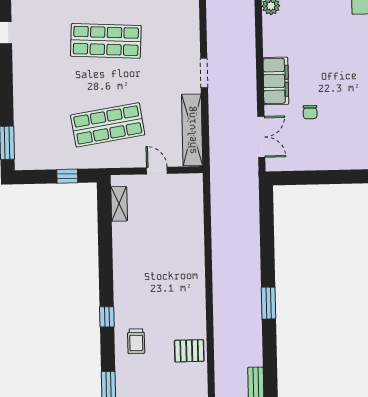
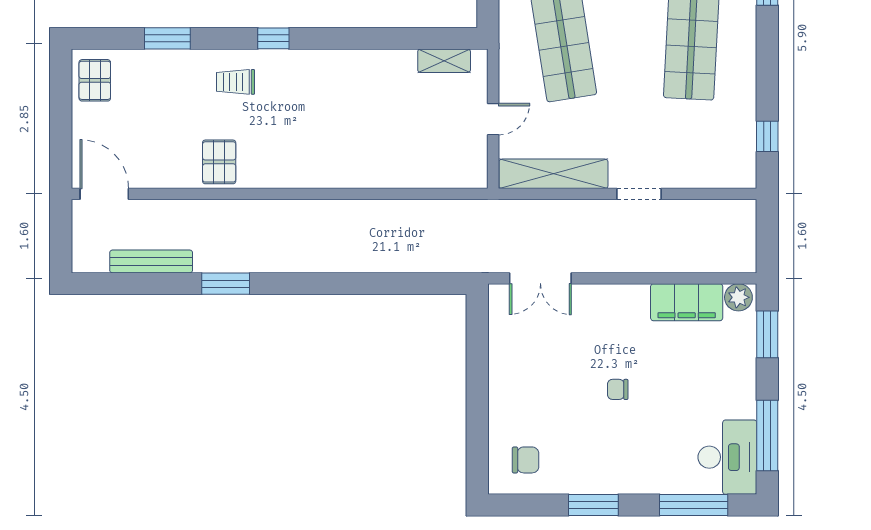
filing cabinet: (276, 81) -> (687, 302), moved
chair: (310, 112) -> (618, 389), moved
window: (269, 303) -> (226, 284), moved

